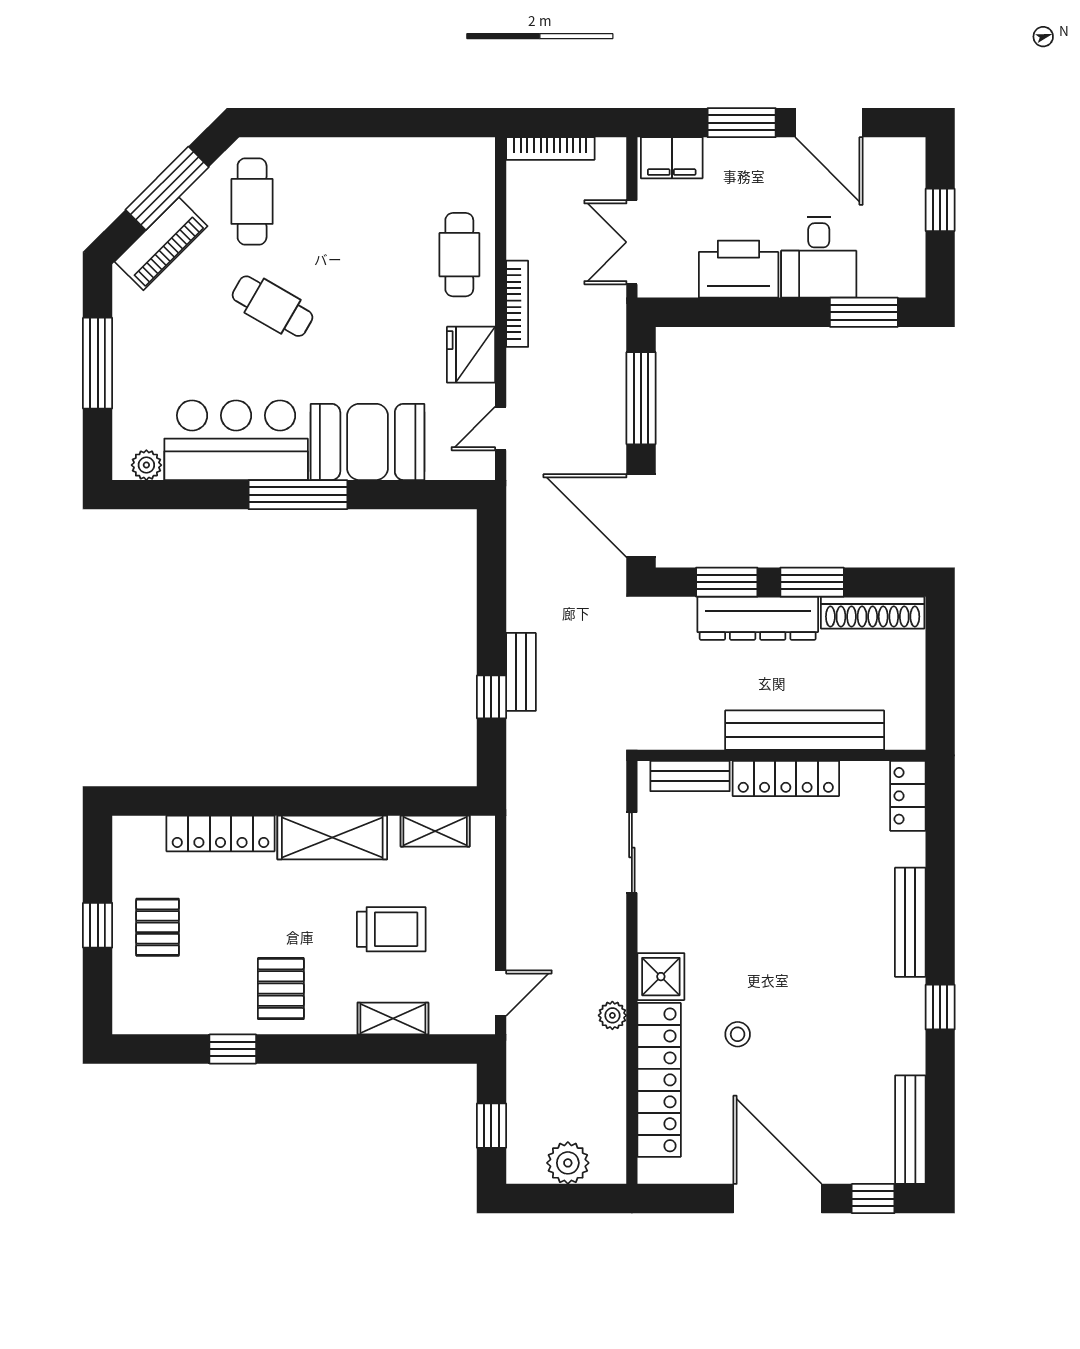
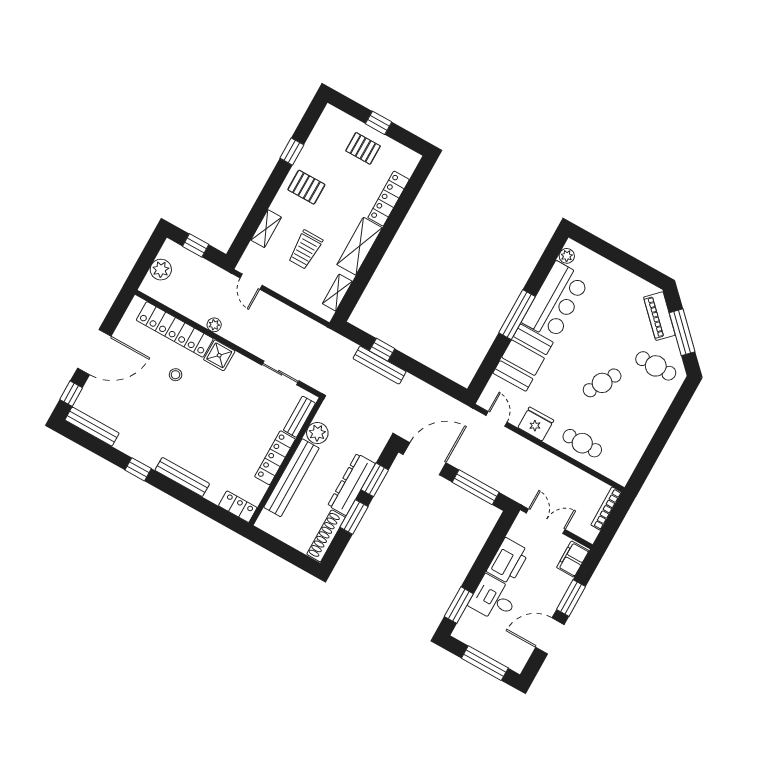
window: (940, 210) -> (485, 663), width x2.17
bookcase: (517, 304) -> (547, 456), removed
cafe table: (272, 306) -> (602, 383), moved
window: (98, 363) -> (623, 259), removed
bench: (521, 672) -> (380, 365), width x1.36
plant: (701, 729) -> (317, 433), added

